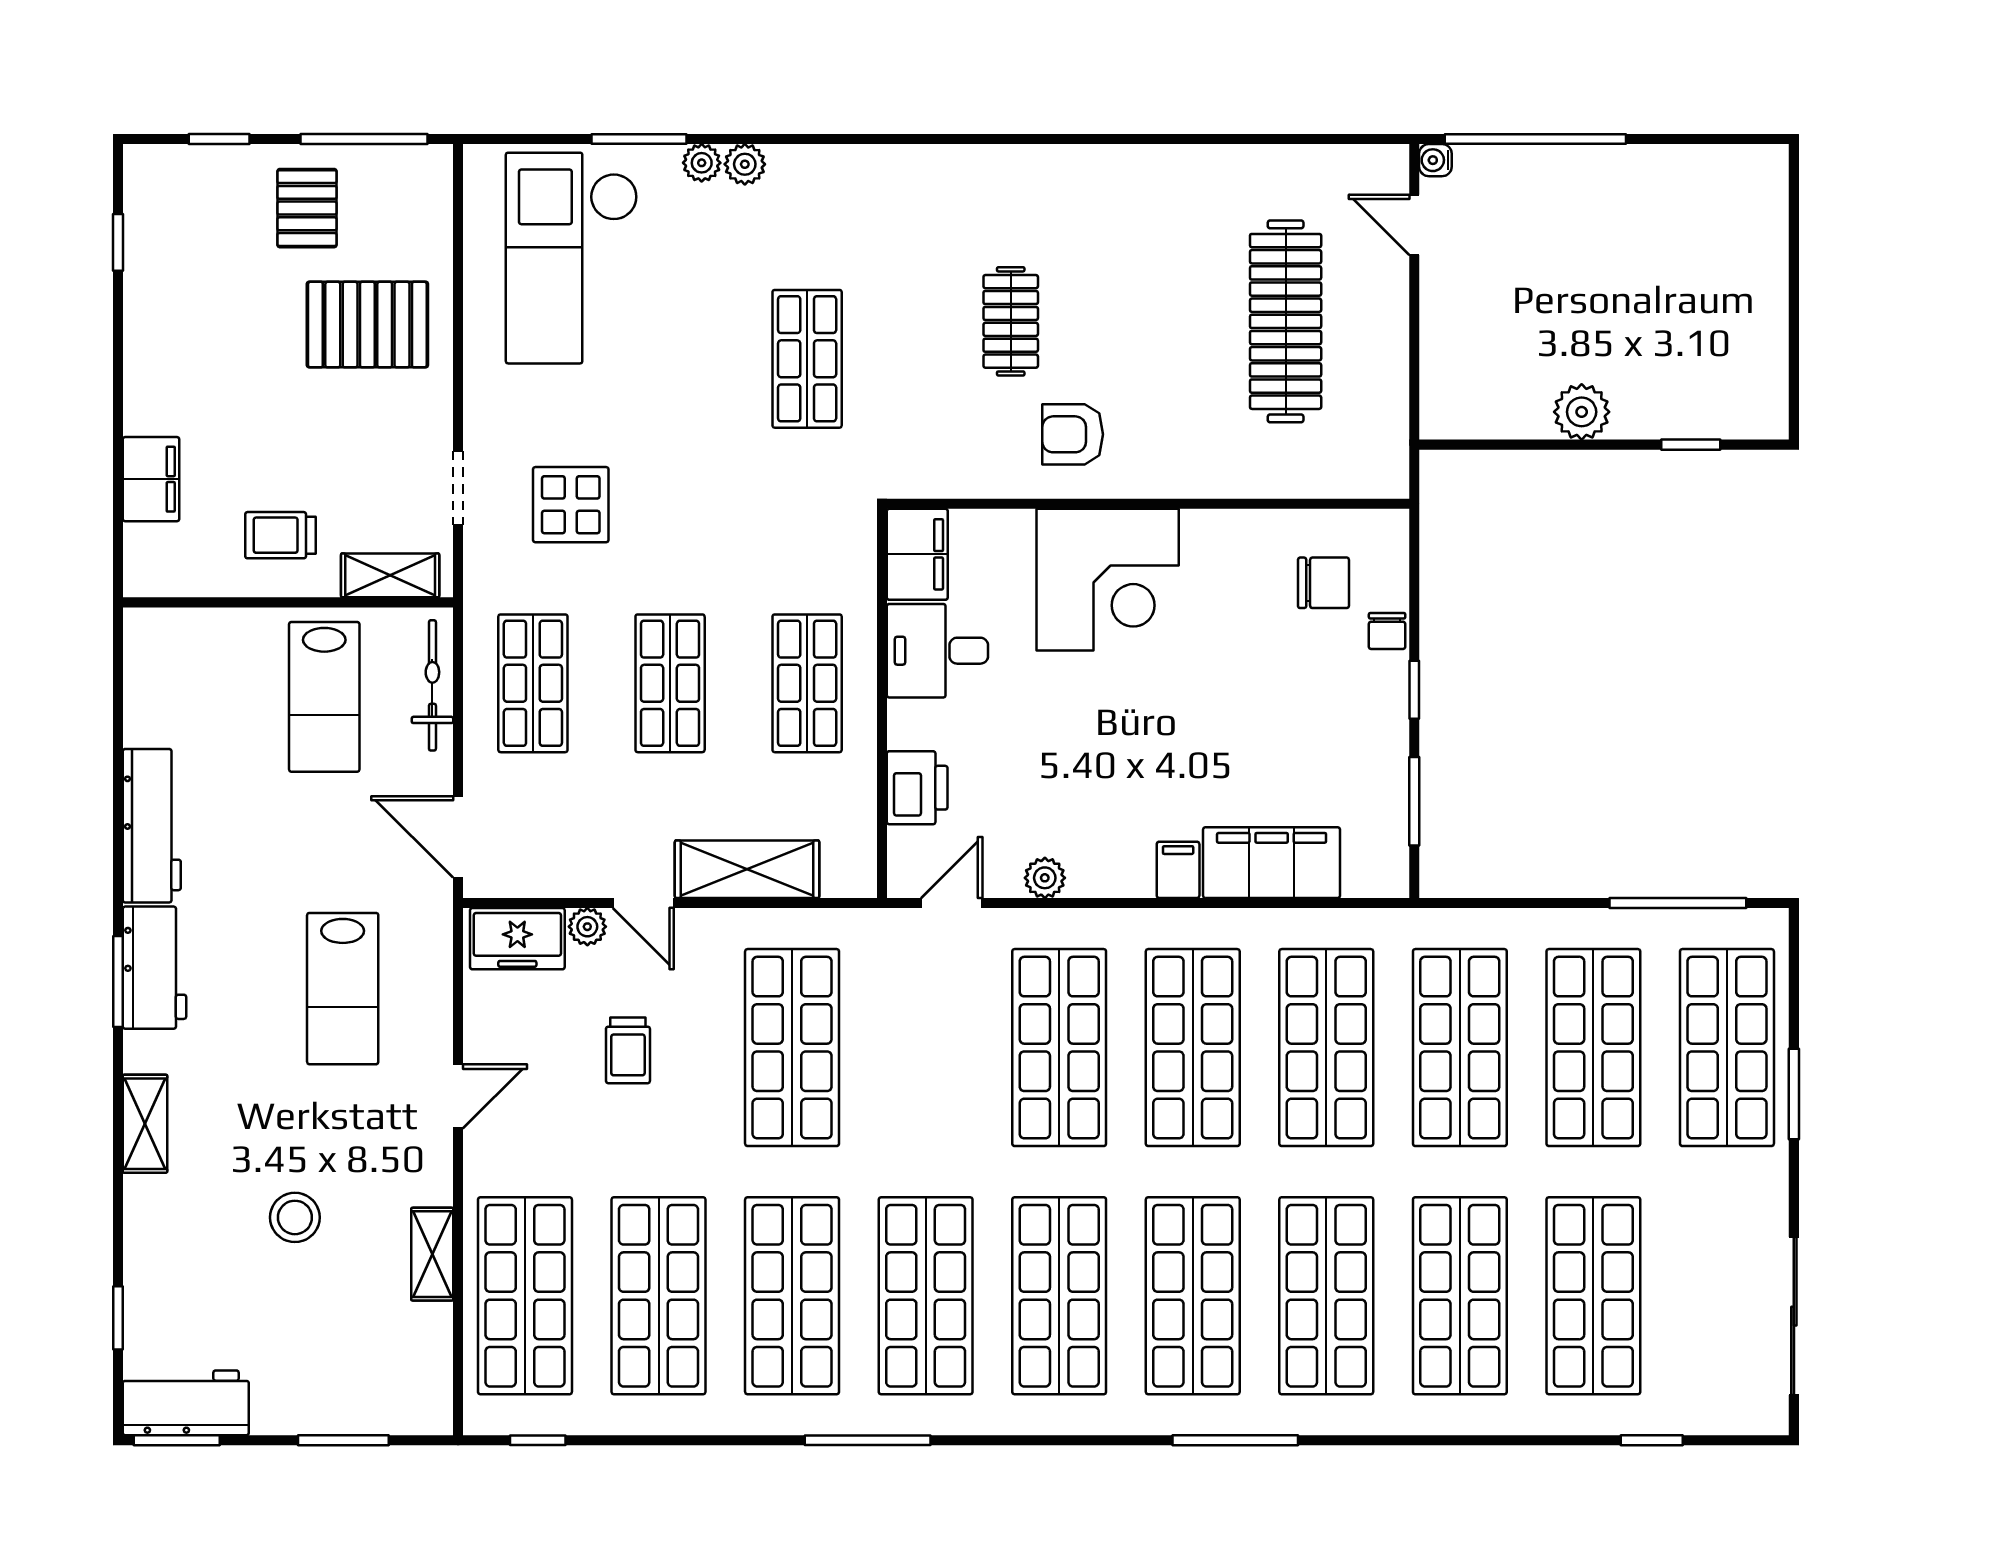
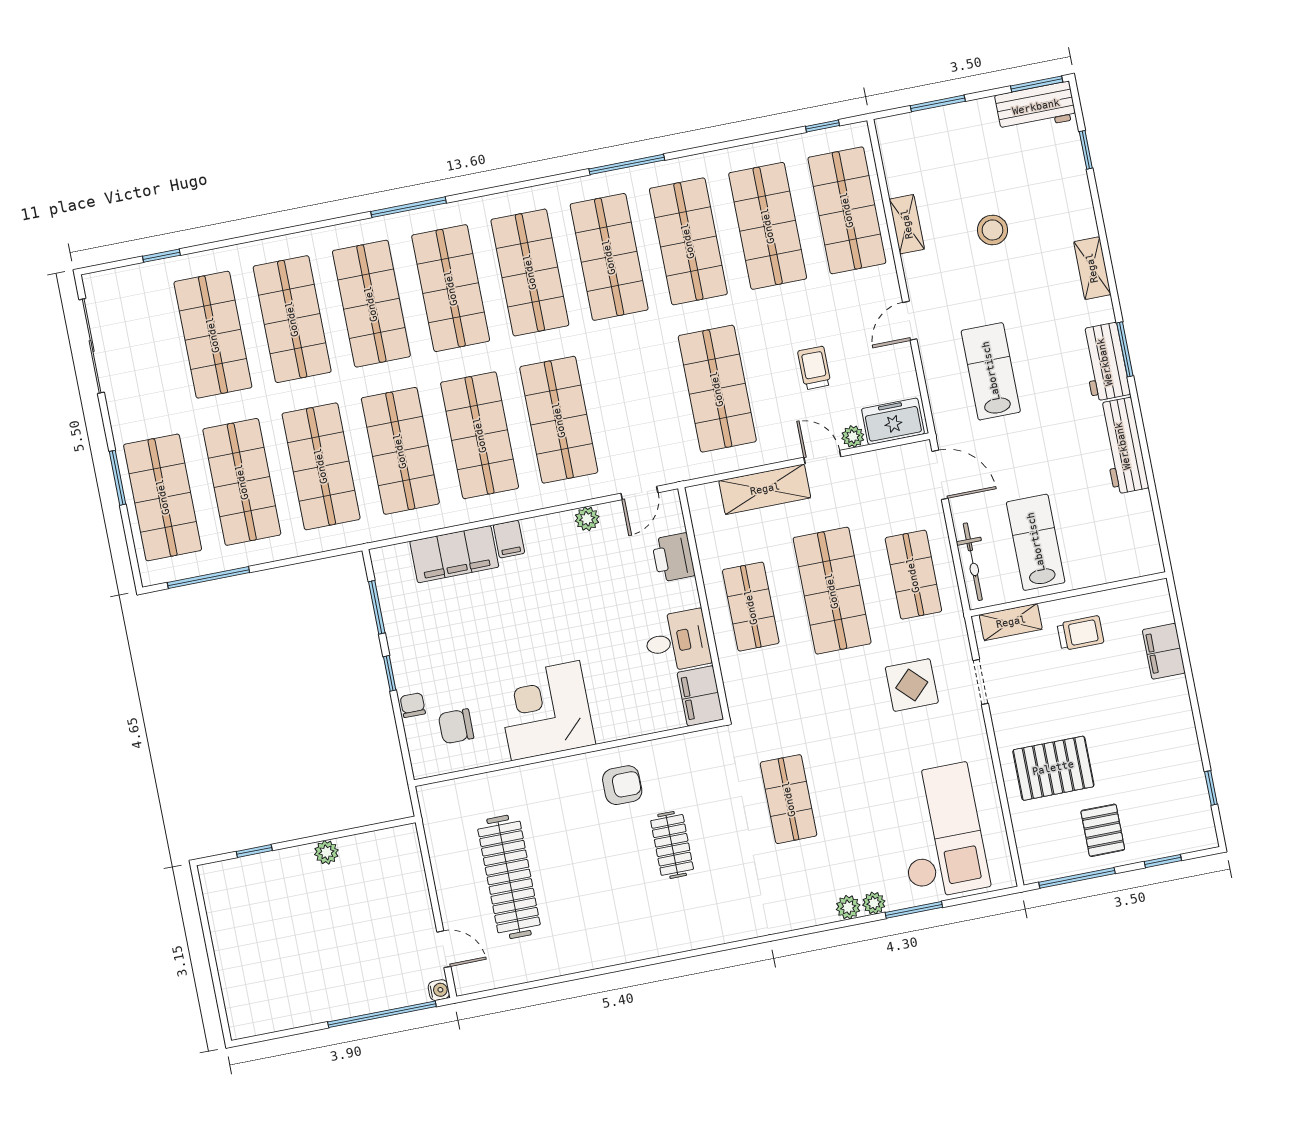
plant: (1582, 412) -> (326, 852), width x0.73, depth x0.73
corner desk: (1108, 580) -> (545, 711), moved
shop shelf: (670, 683) -> (832, 591), width x1.43, depth x1.36

